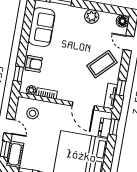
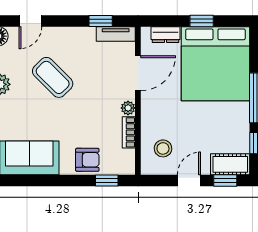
armchair: (34, 64) -> (87, 160), turned 90
coffee table: (102, 64) -> (53, 77), moved
plant: (31, 90) -> (128, 108), moved
window: (114, 127) -> (202, 21), moved

